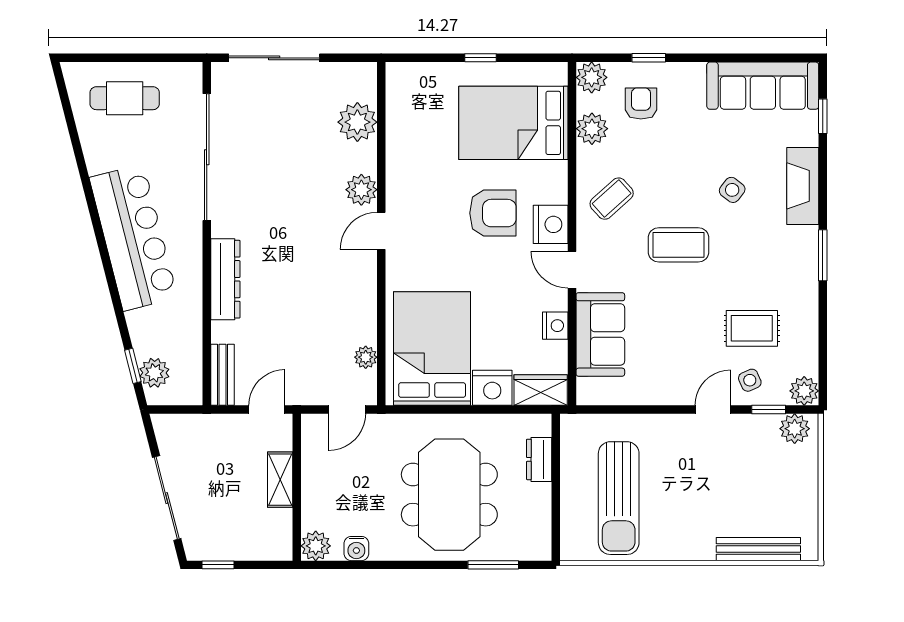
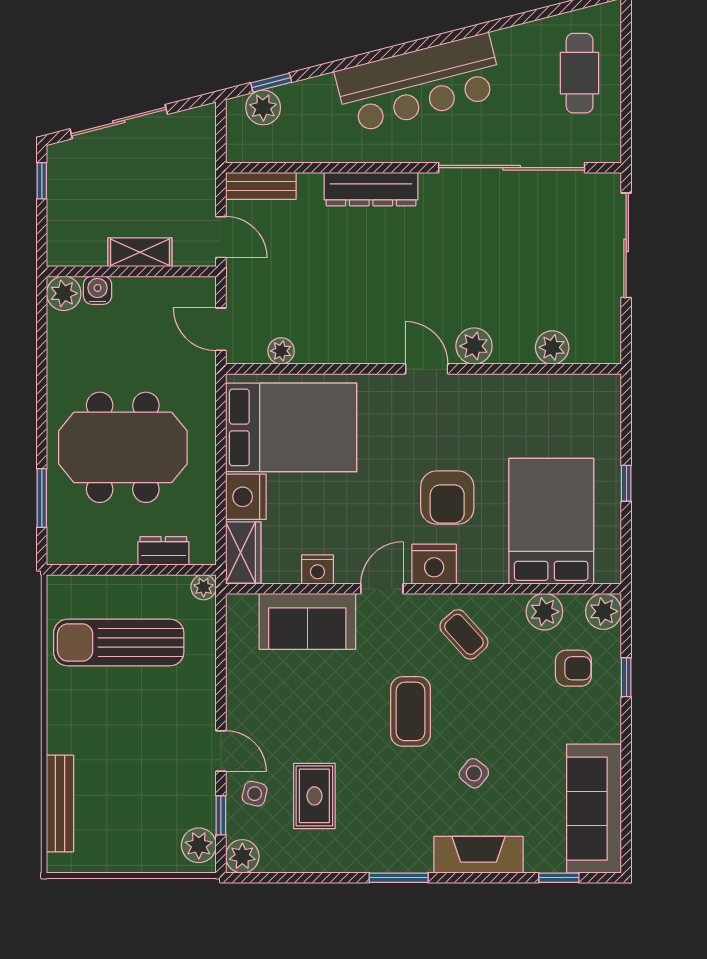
plant: (357, 122) -> (552, 347), width x0.73, depth x0.73
side table: (750, 380) -> (255, 794), turned 38
plant: (571, 424) -> (204, 587), added
water cooler: (356, 549) -> (98, 290), moved, turned 90

